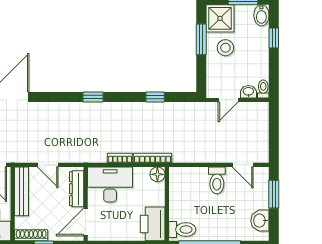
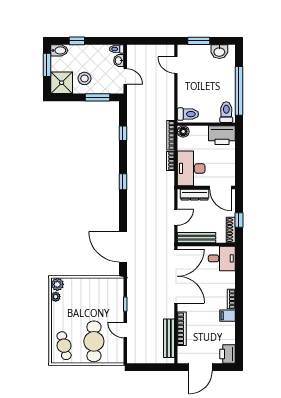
window: (201, 39) -> (97, 97), moved
door: (243, 165) -> (176, 65), swing flipped
toilet: (217, 180) -> (188, 114), moved

